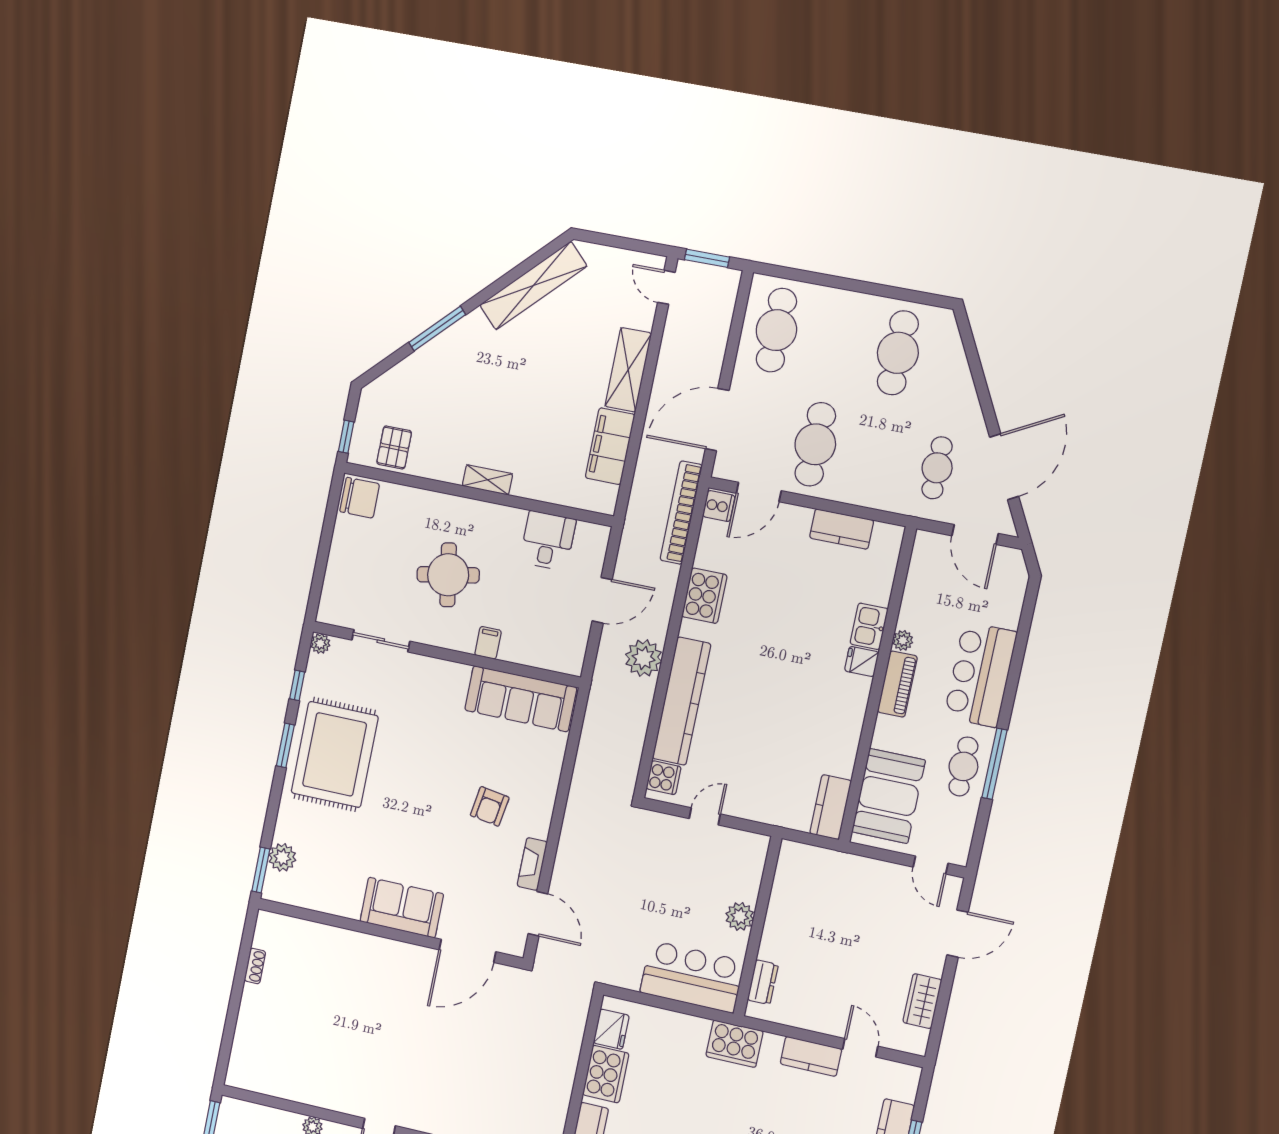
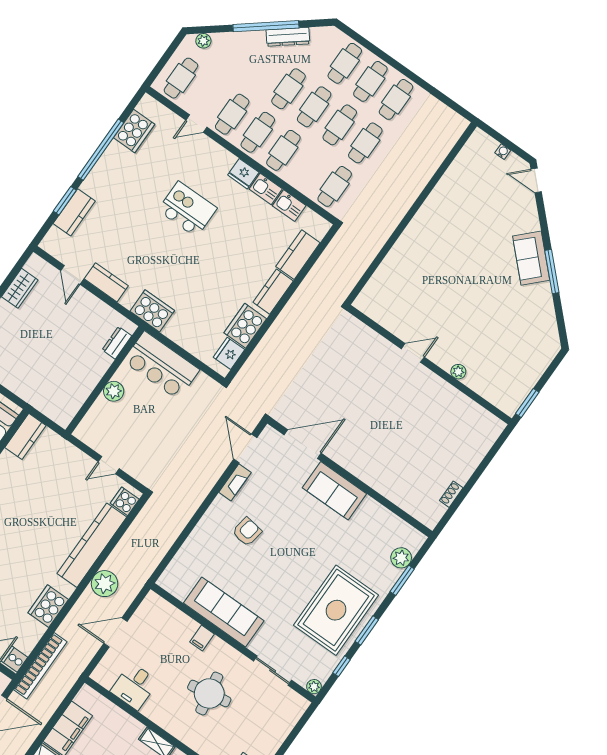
sofa: (521, 699) -> (224, 612), moved
window: (261, 870) -> (402, 580), moved

